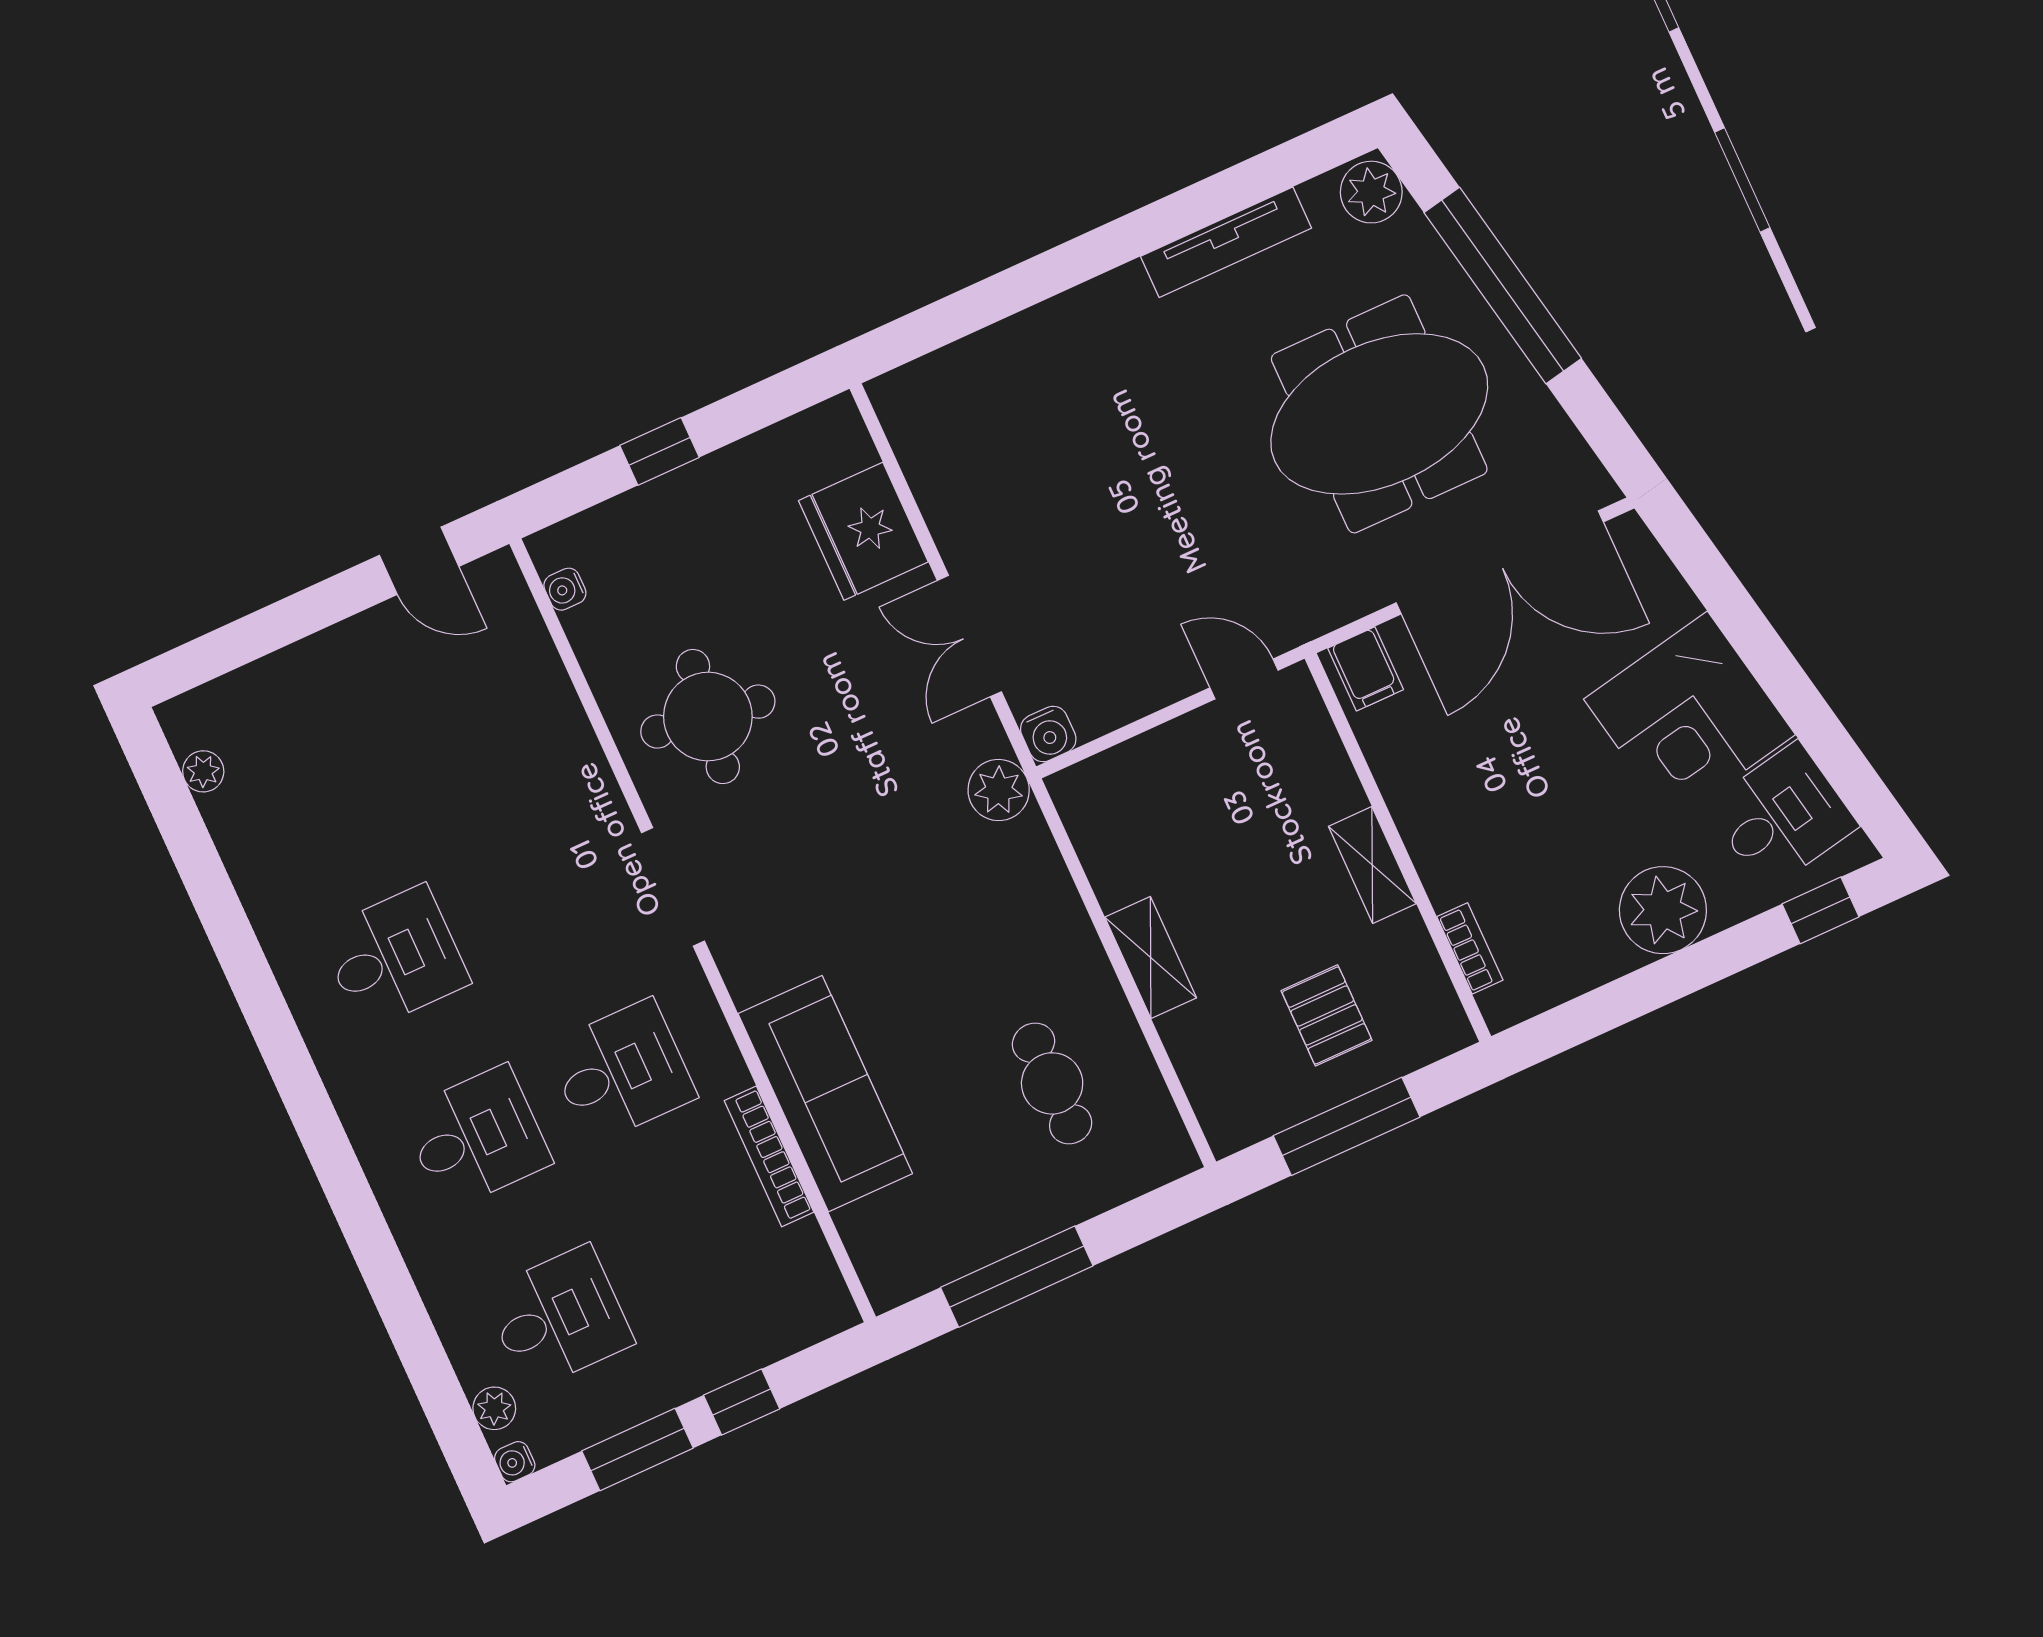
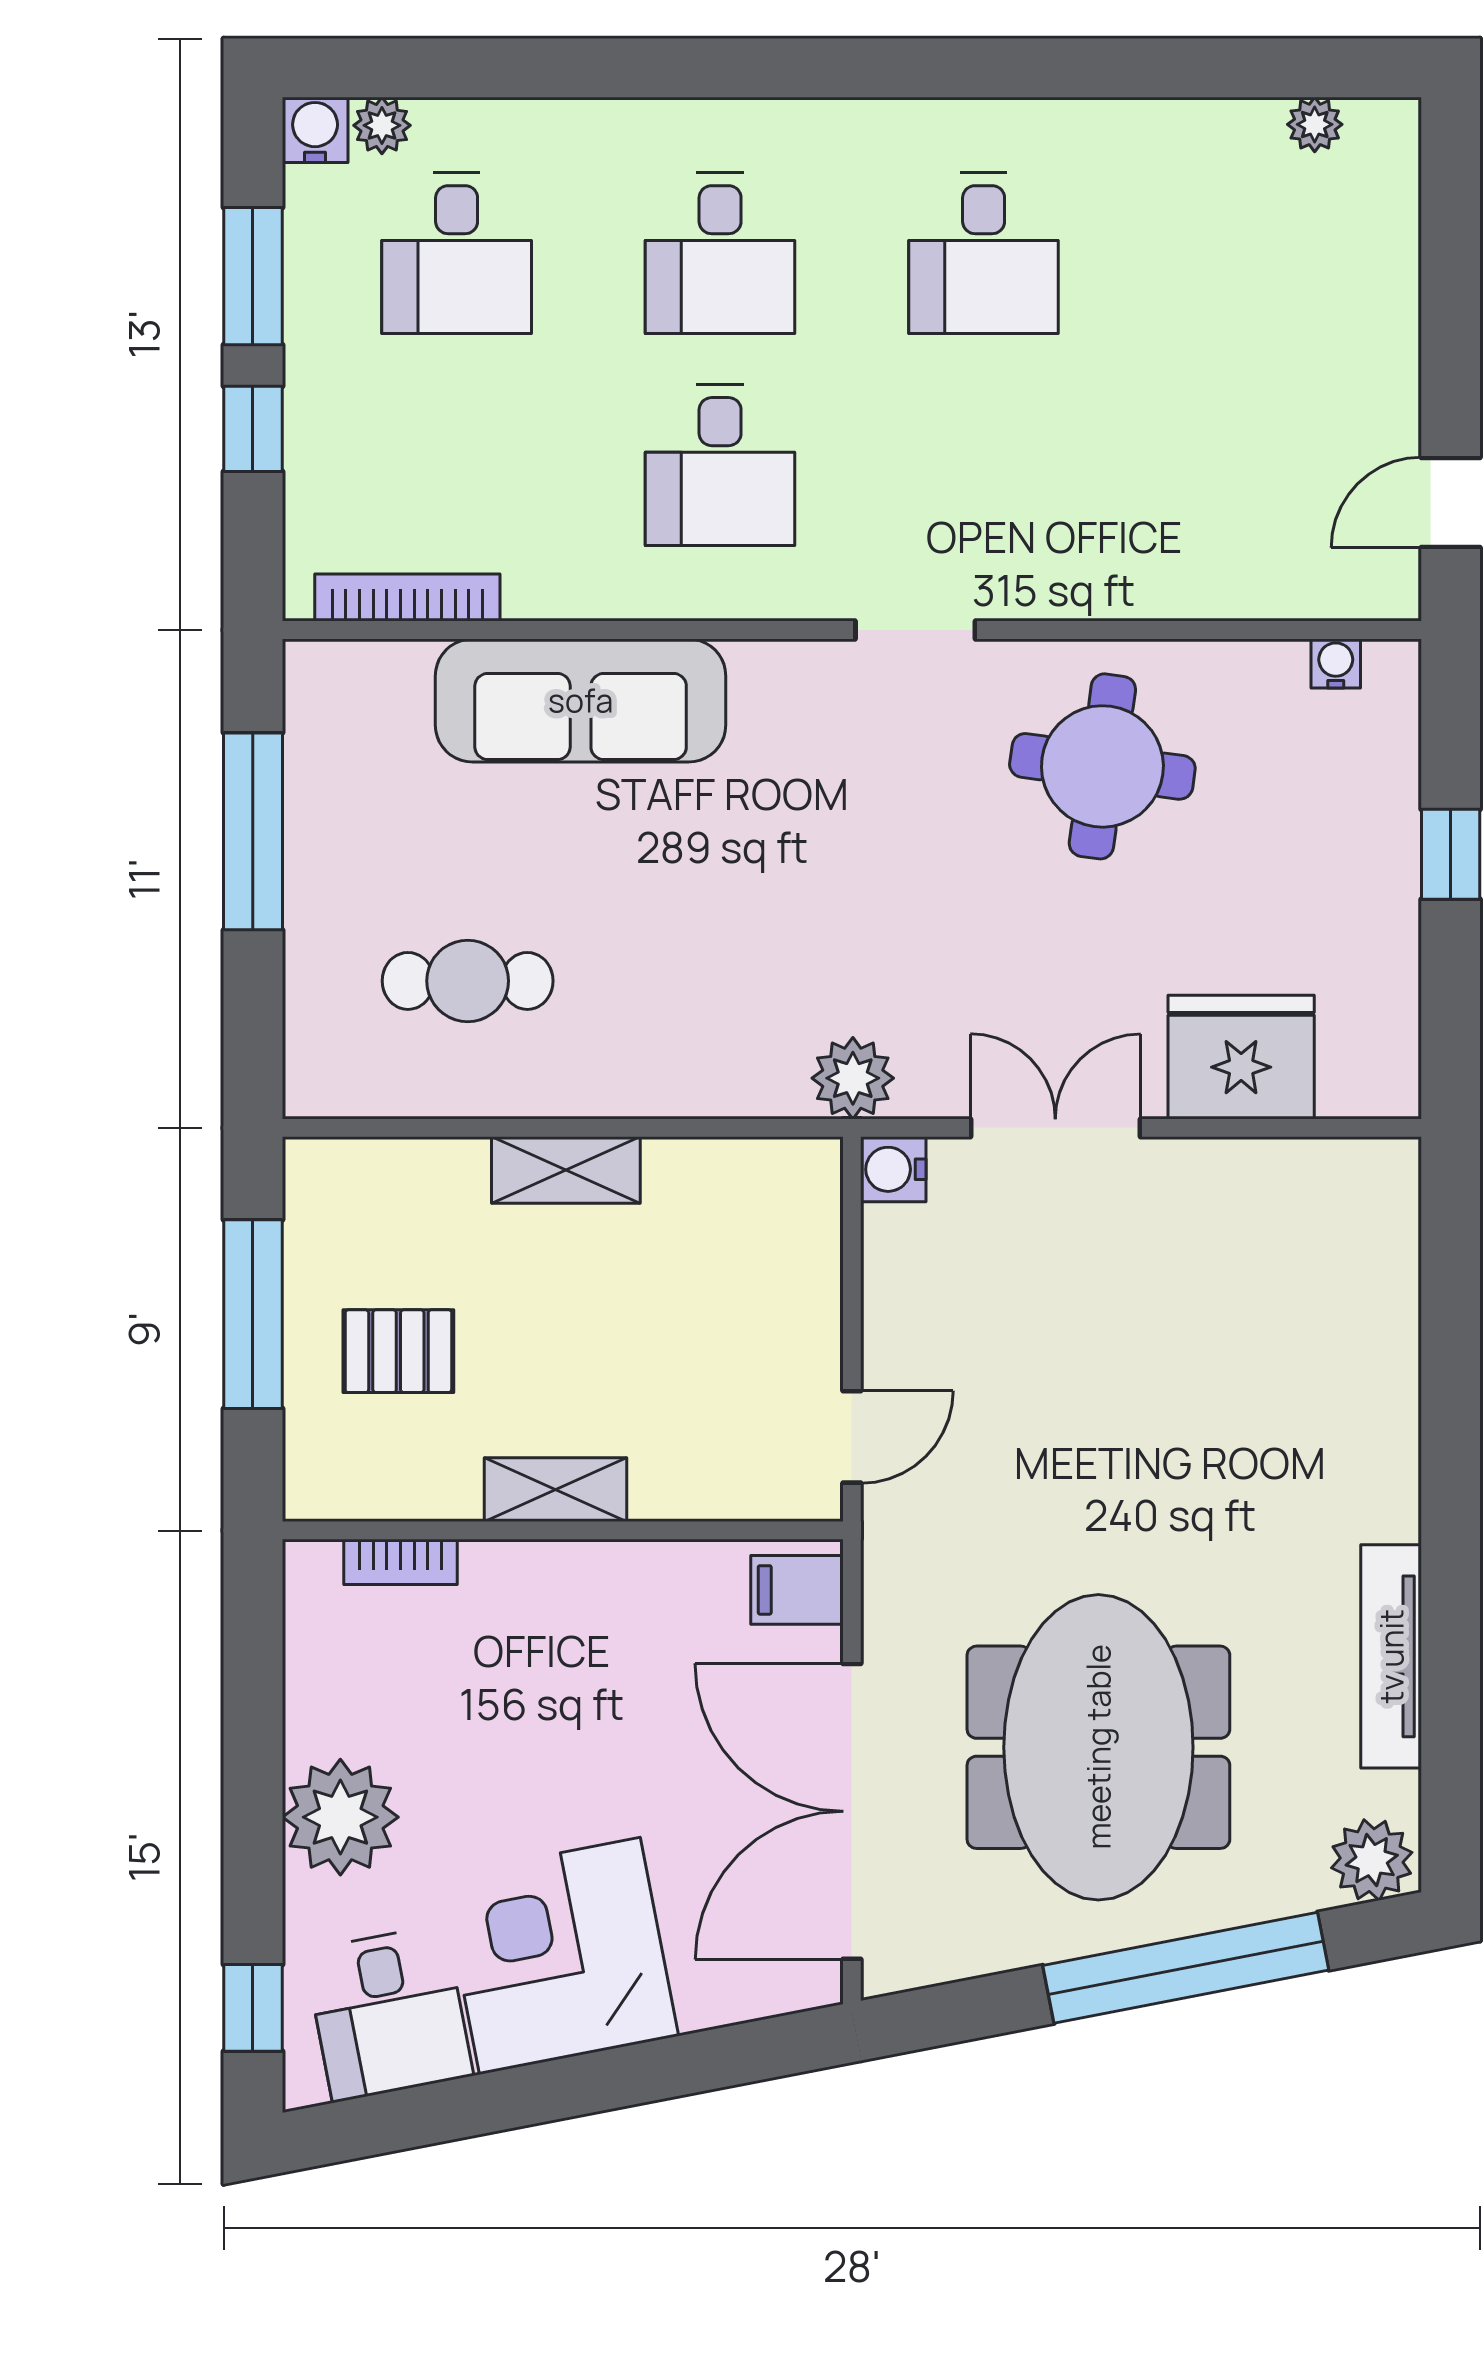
doorway: (673, 887) -> (915, 630), width x0.73
bookcase: (769, 1156) -> (407, 598), moved
water cooler: (515, 1462) -> (315, 130), width x1.38, depth x1.38

